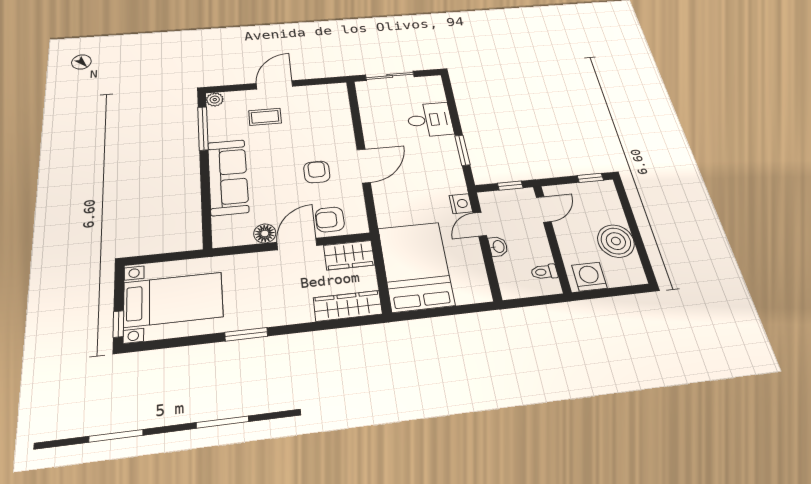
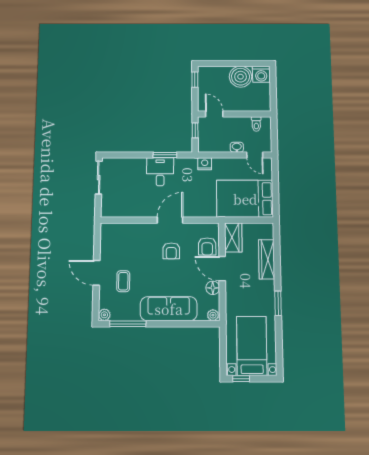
sliding door: (390, 76) -> (99, 178), moved
desk: (430, 120) -> (160, 172), moved
door: (364, 166) -> (170, 220), hinge flipped
armchair: (317, 172) -> (171, 251), turned -90
door: (480, 224) -> (255, 155), moved
plant: (221, 238) -> (213, 315), added
washing machine: (589, 277) -> (261, 74), moved, turned -90
wardrobe: (348, 306) -> (267, 259), moved
window: (118, 324) -> (241, 379), moved

